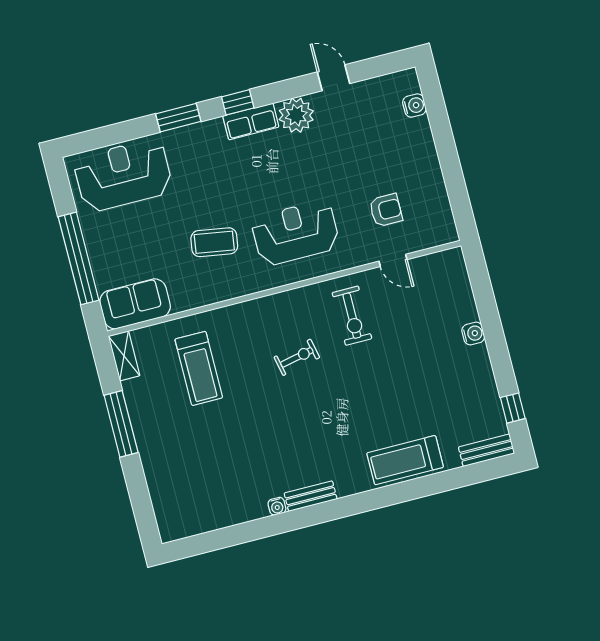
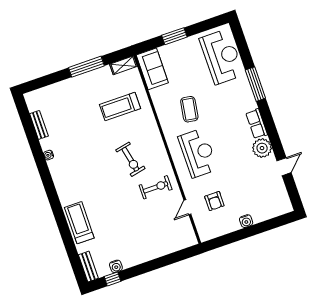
window: (238, 102) -> (266, 116), removed
water cooler: (414, 106) -> (246, 221), moved
window: (178, 118) -> (255, 84), width x1.44
window: (79, 258) -> (174, 36), width x0.47
exercise bike: (352, 316) -> (156, 187), turned 180
water cooler: (473, 334) -> (116, 266), moved
exercise bike: (297, 357) -> (130, 159), width x1.38, depth x1.39
bench: (311, 496) -> (39, 125), moved

